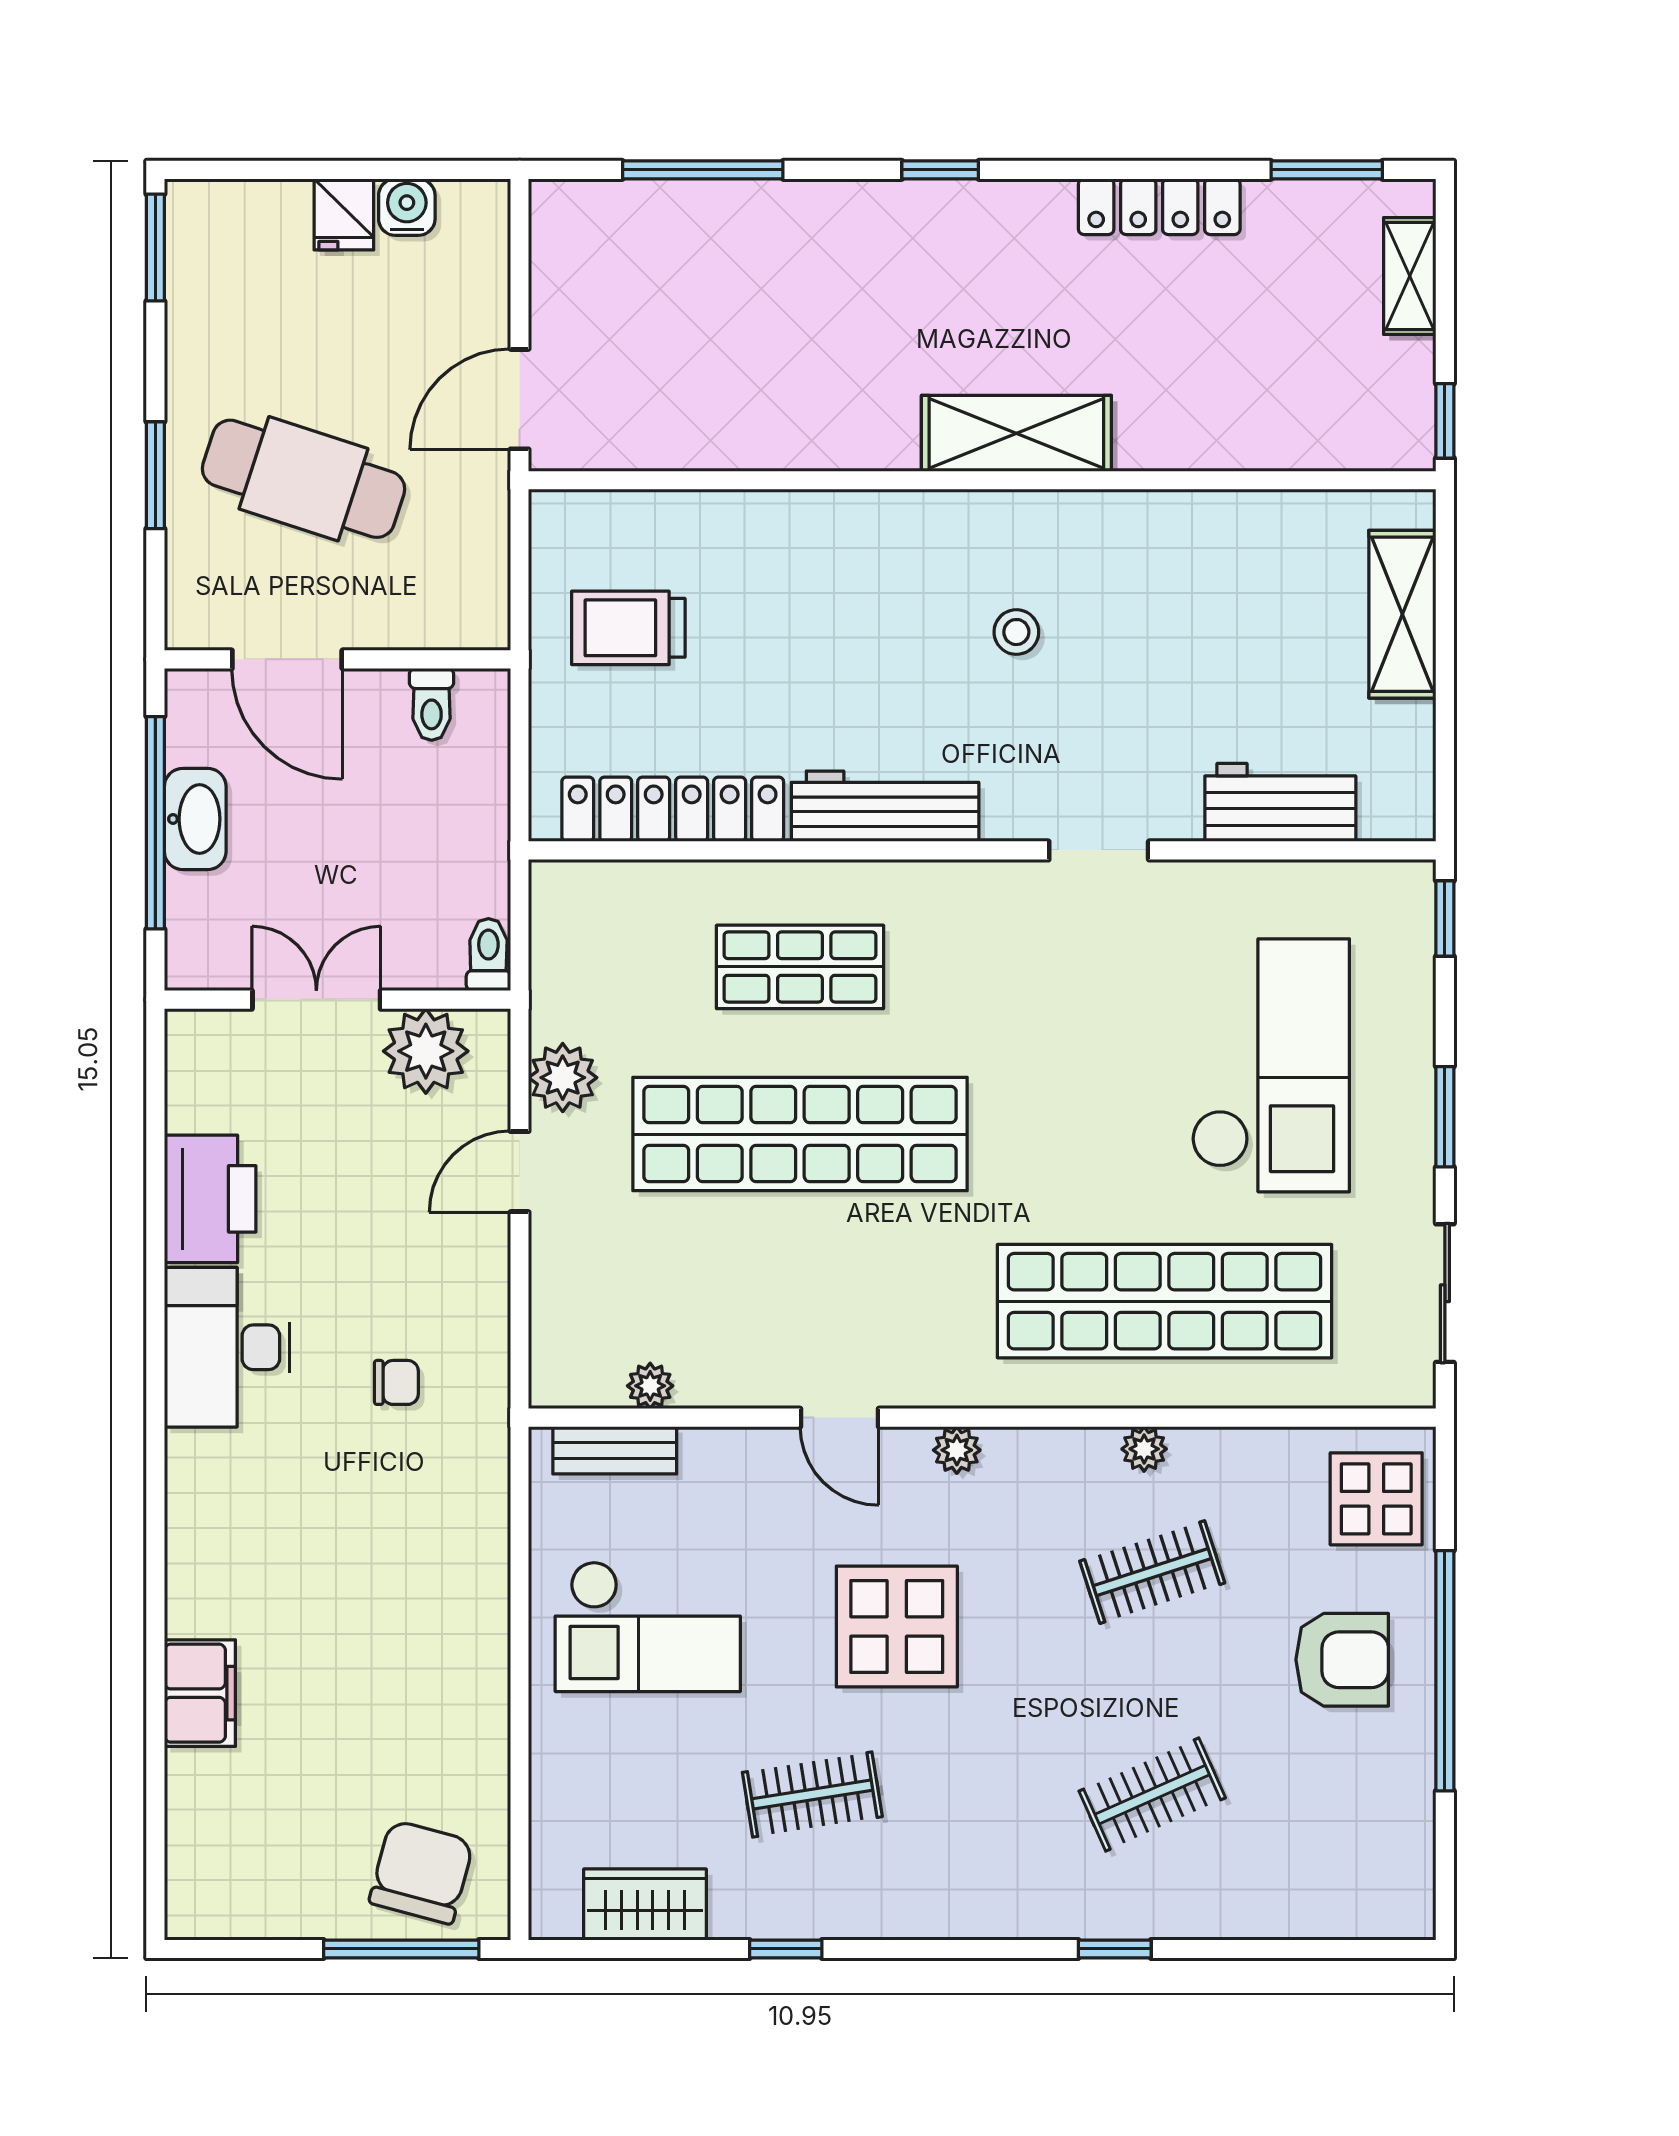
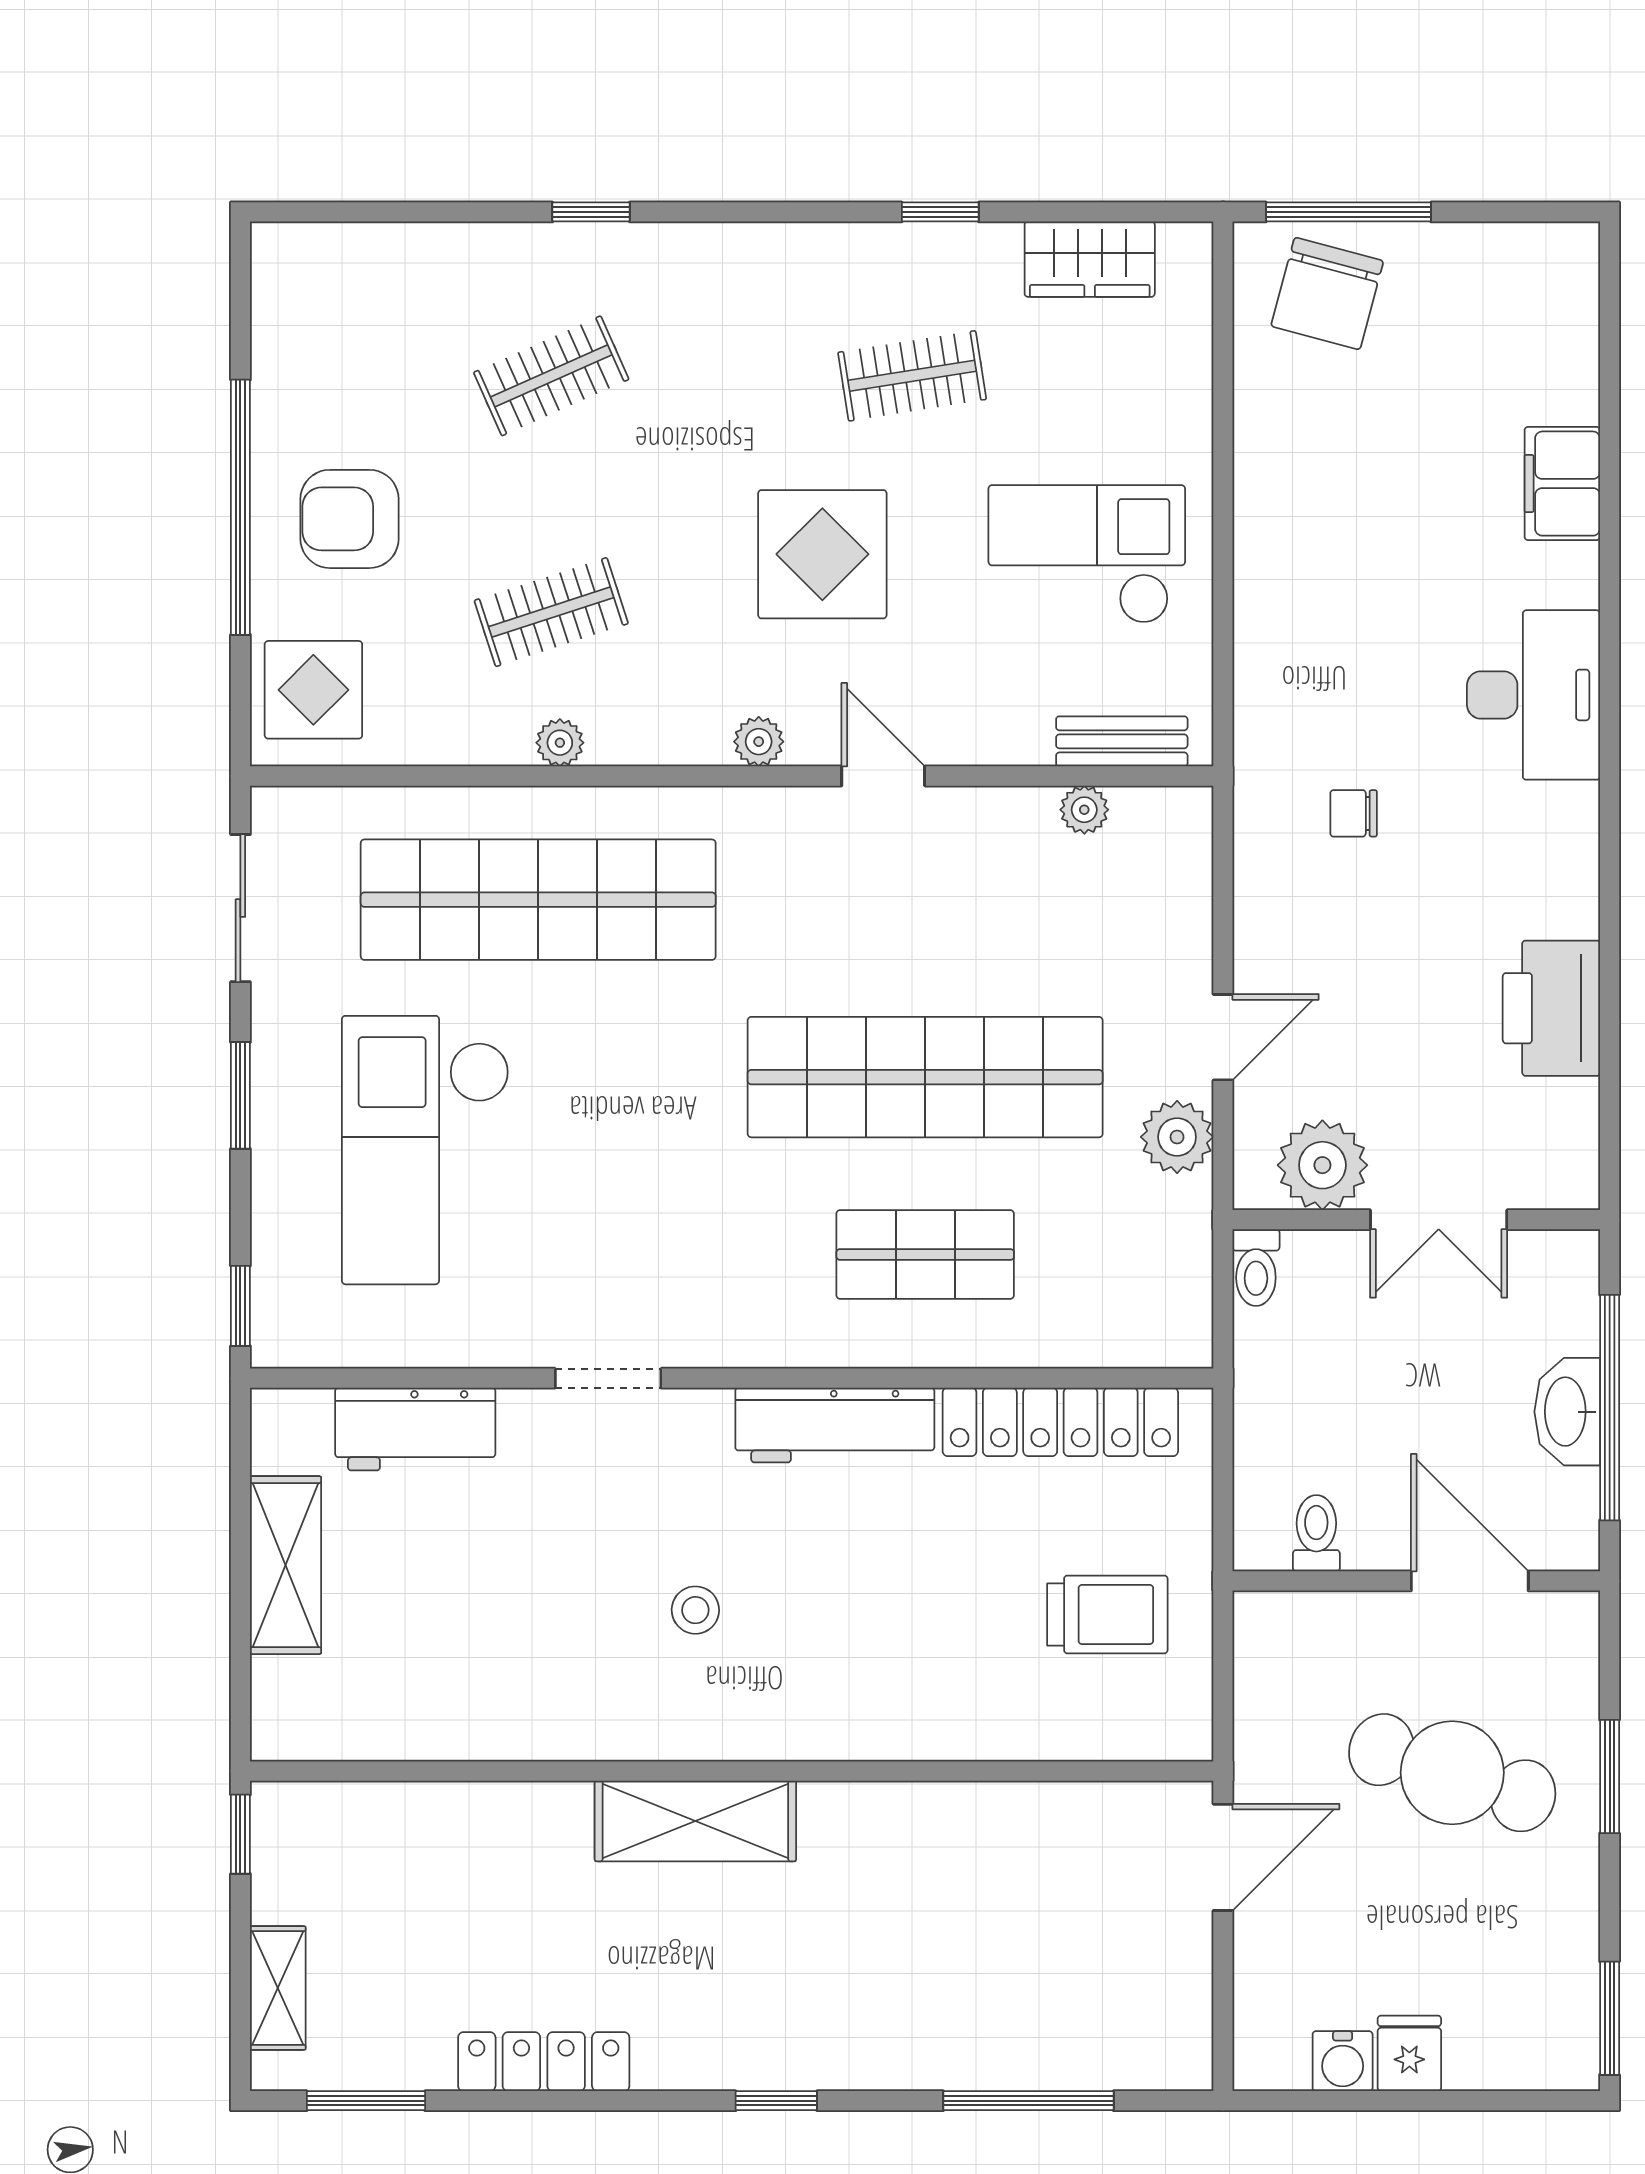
shelving: (1402, 614) -> (286, 1565), moved
desk: (227, 1347) -> (1533, 695), moved

